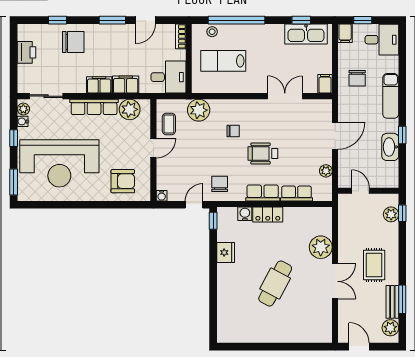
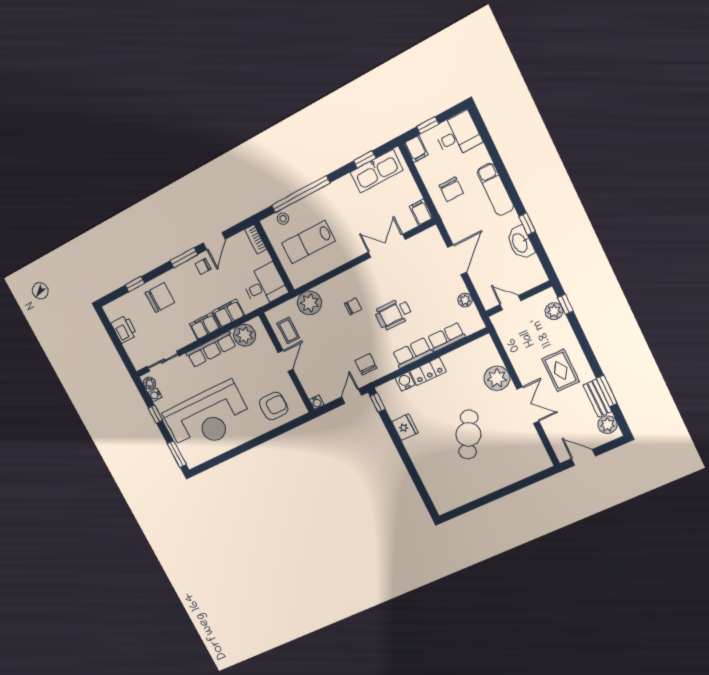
chair: (125, 35) -> (203, 266), added

